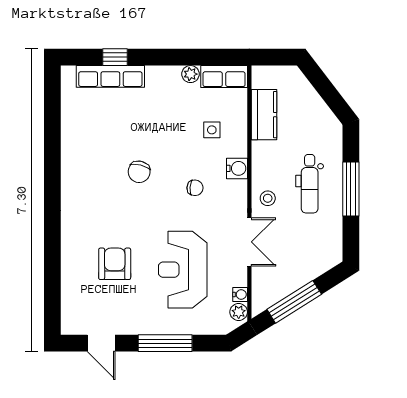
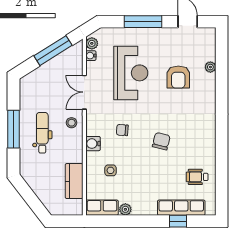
wheelchair: (88, 121) -> (197, 177), added
plant: (69, 278) -> (210, 67), added

